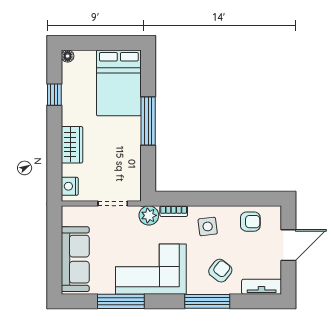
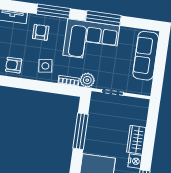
window: (148, 121) -> (81, 131), moved
nightstand: (70, 186) -> (135, 161), moved
armchair: (220, 271) -> (41, 32), turned 142
window: (121, 301) -> (103, 18), moved

